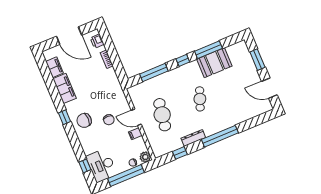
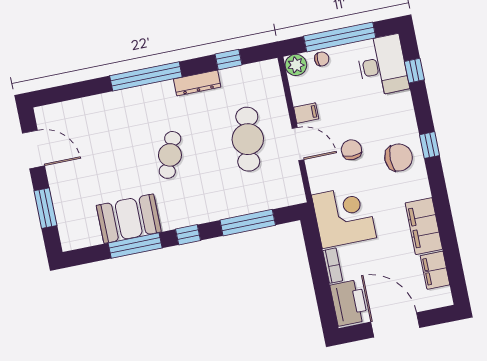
printer: (97, 41) -> (349, 303), width x1.87, depth x1.48
corner desk: (106, 85) -> (344, 216), added
window: (64, 117) -> (430, 145), moved

